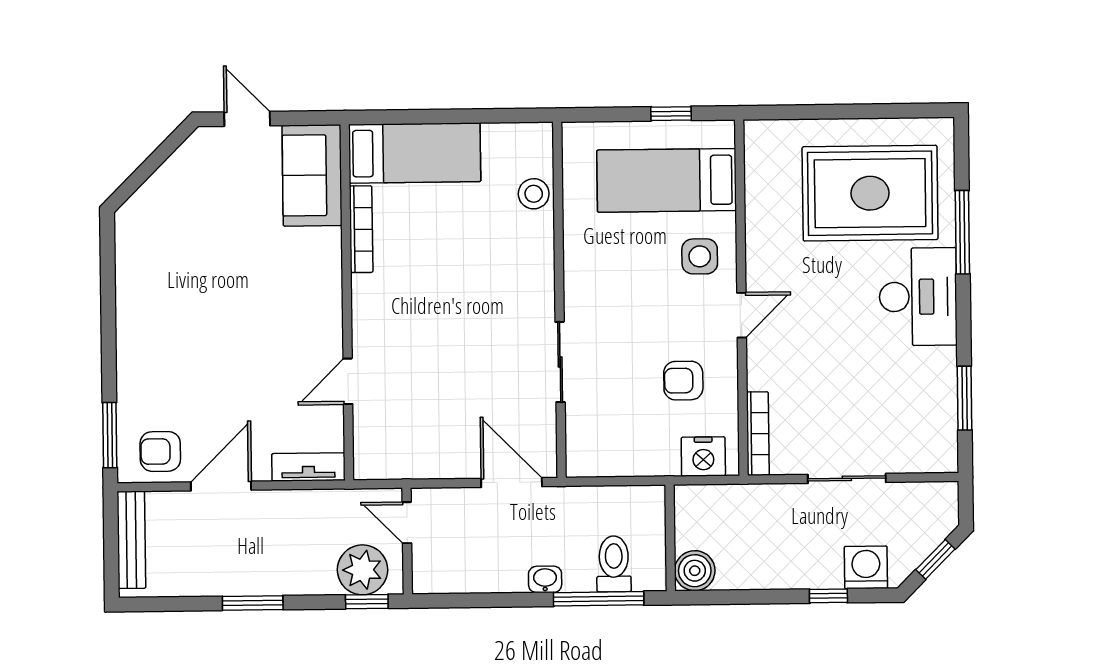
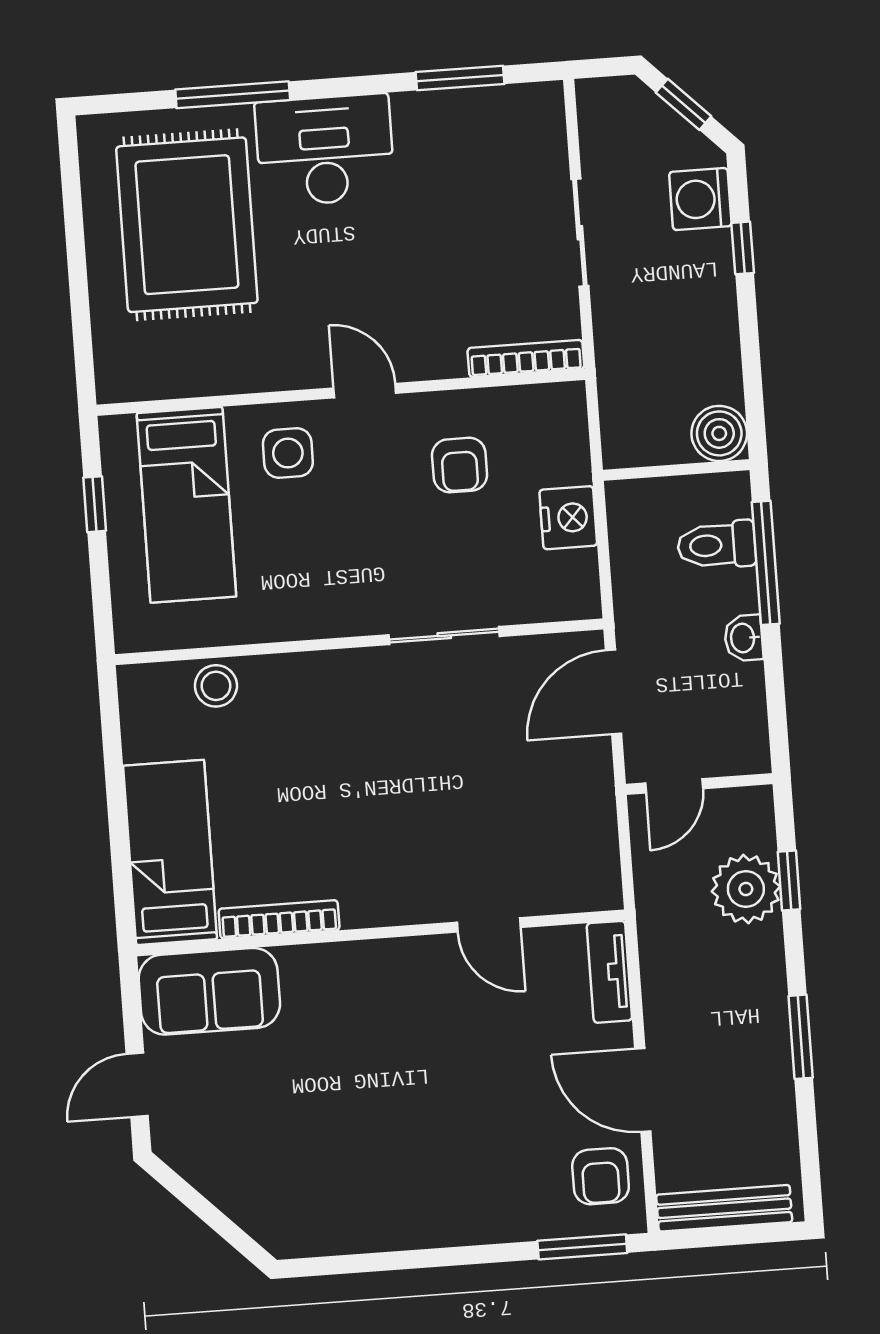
nightstand: (703, 456) -> (568, 518), moved
door: (407, 523) -> (674, 786), moved
wall: (407, 541) -> (699, 784), moved

